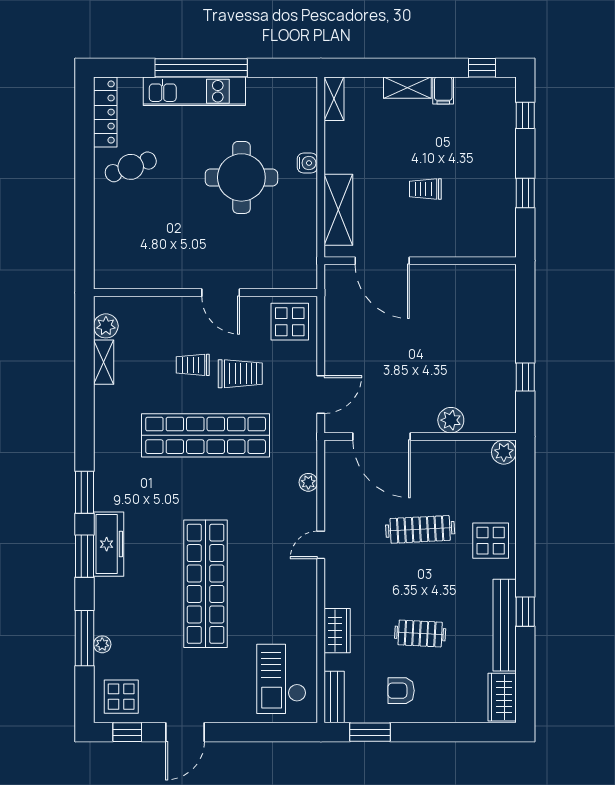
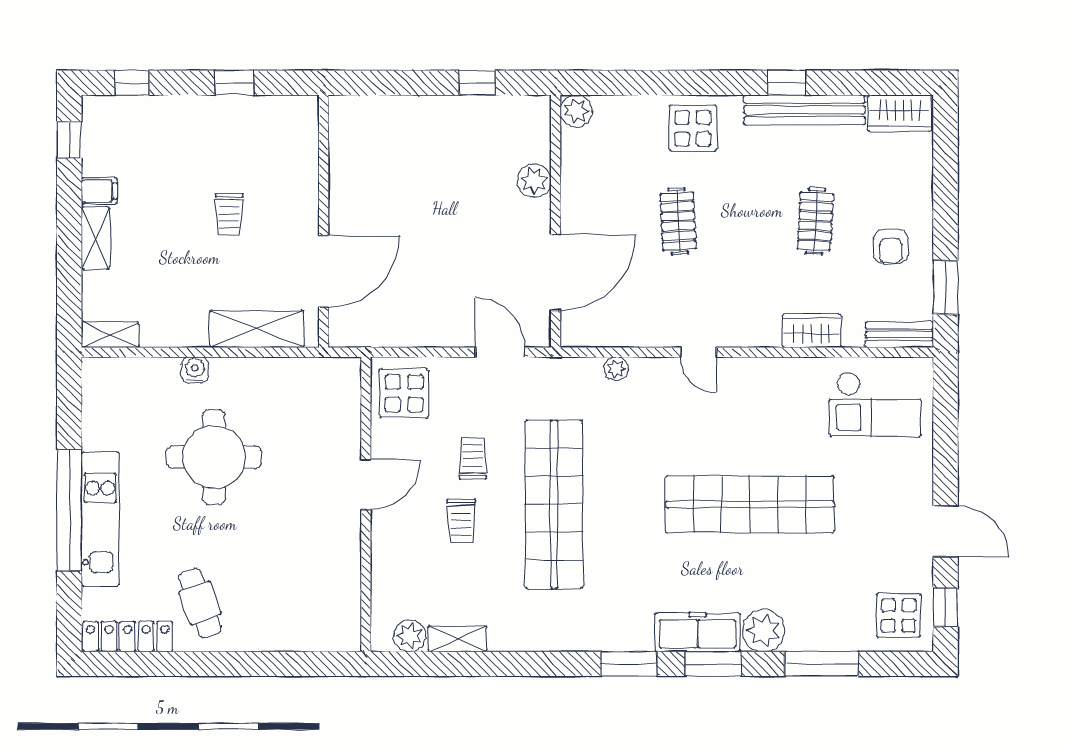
trolley: (240, 374) -> (473, 458), width x0.73, depth x0.72
clothes rail: (420, 529) -> (678, 221), width x0.73
plant: (102, 644) -> (764, 631), moved, width x1.87, depth x1.87

